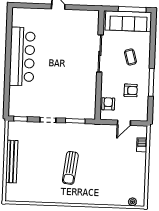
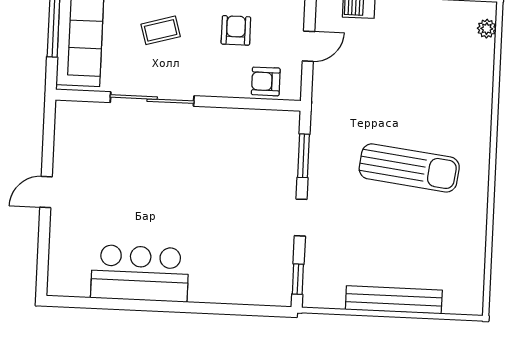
bar counter: (22, 56) -> (140, 273), width x0.73
door: (124, 123) -> (308, 46), hinge flipped
sun lounger: (70, 168) -> (409, 168), width x1.36, depth x1.34

